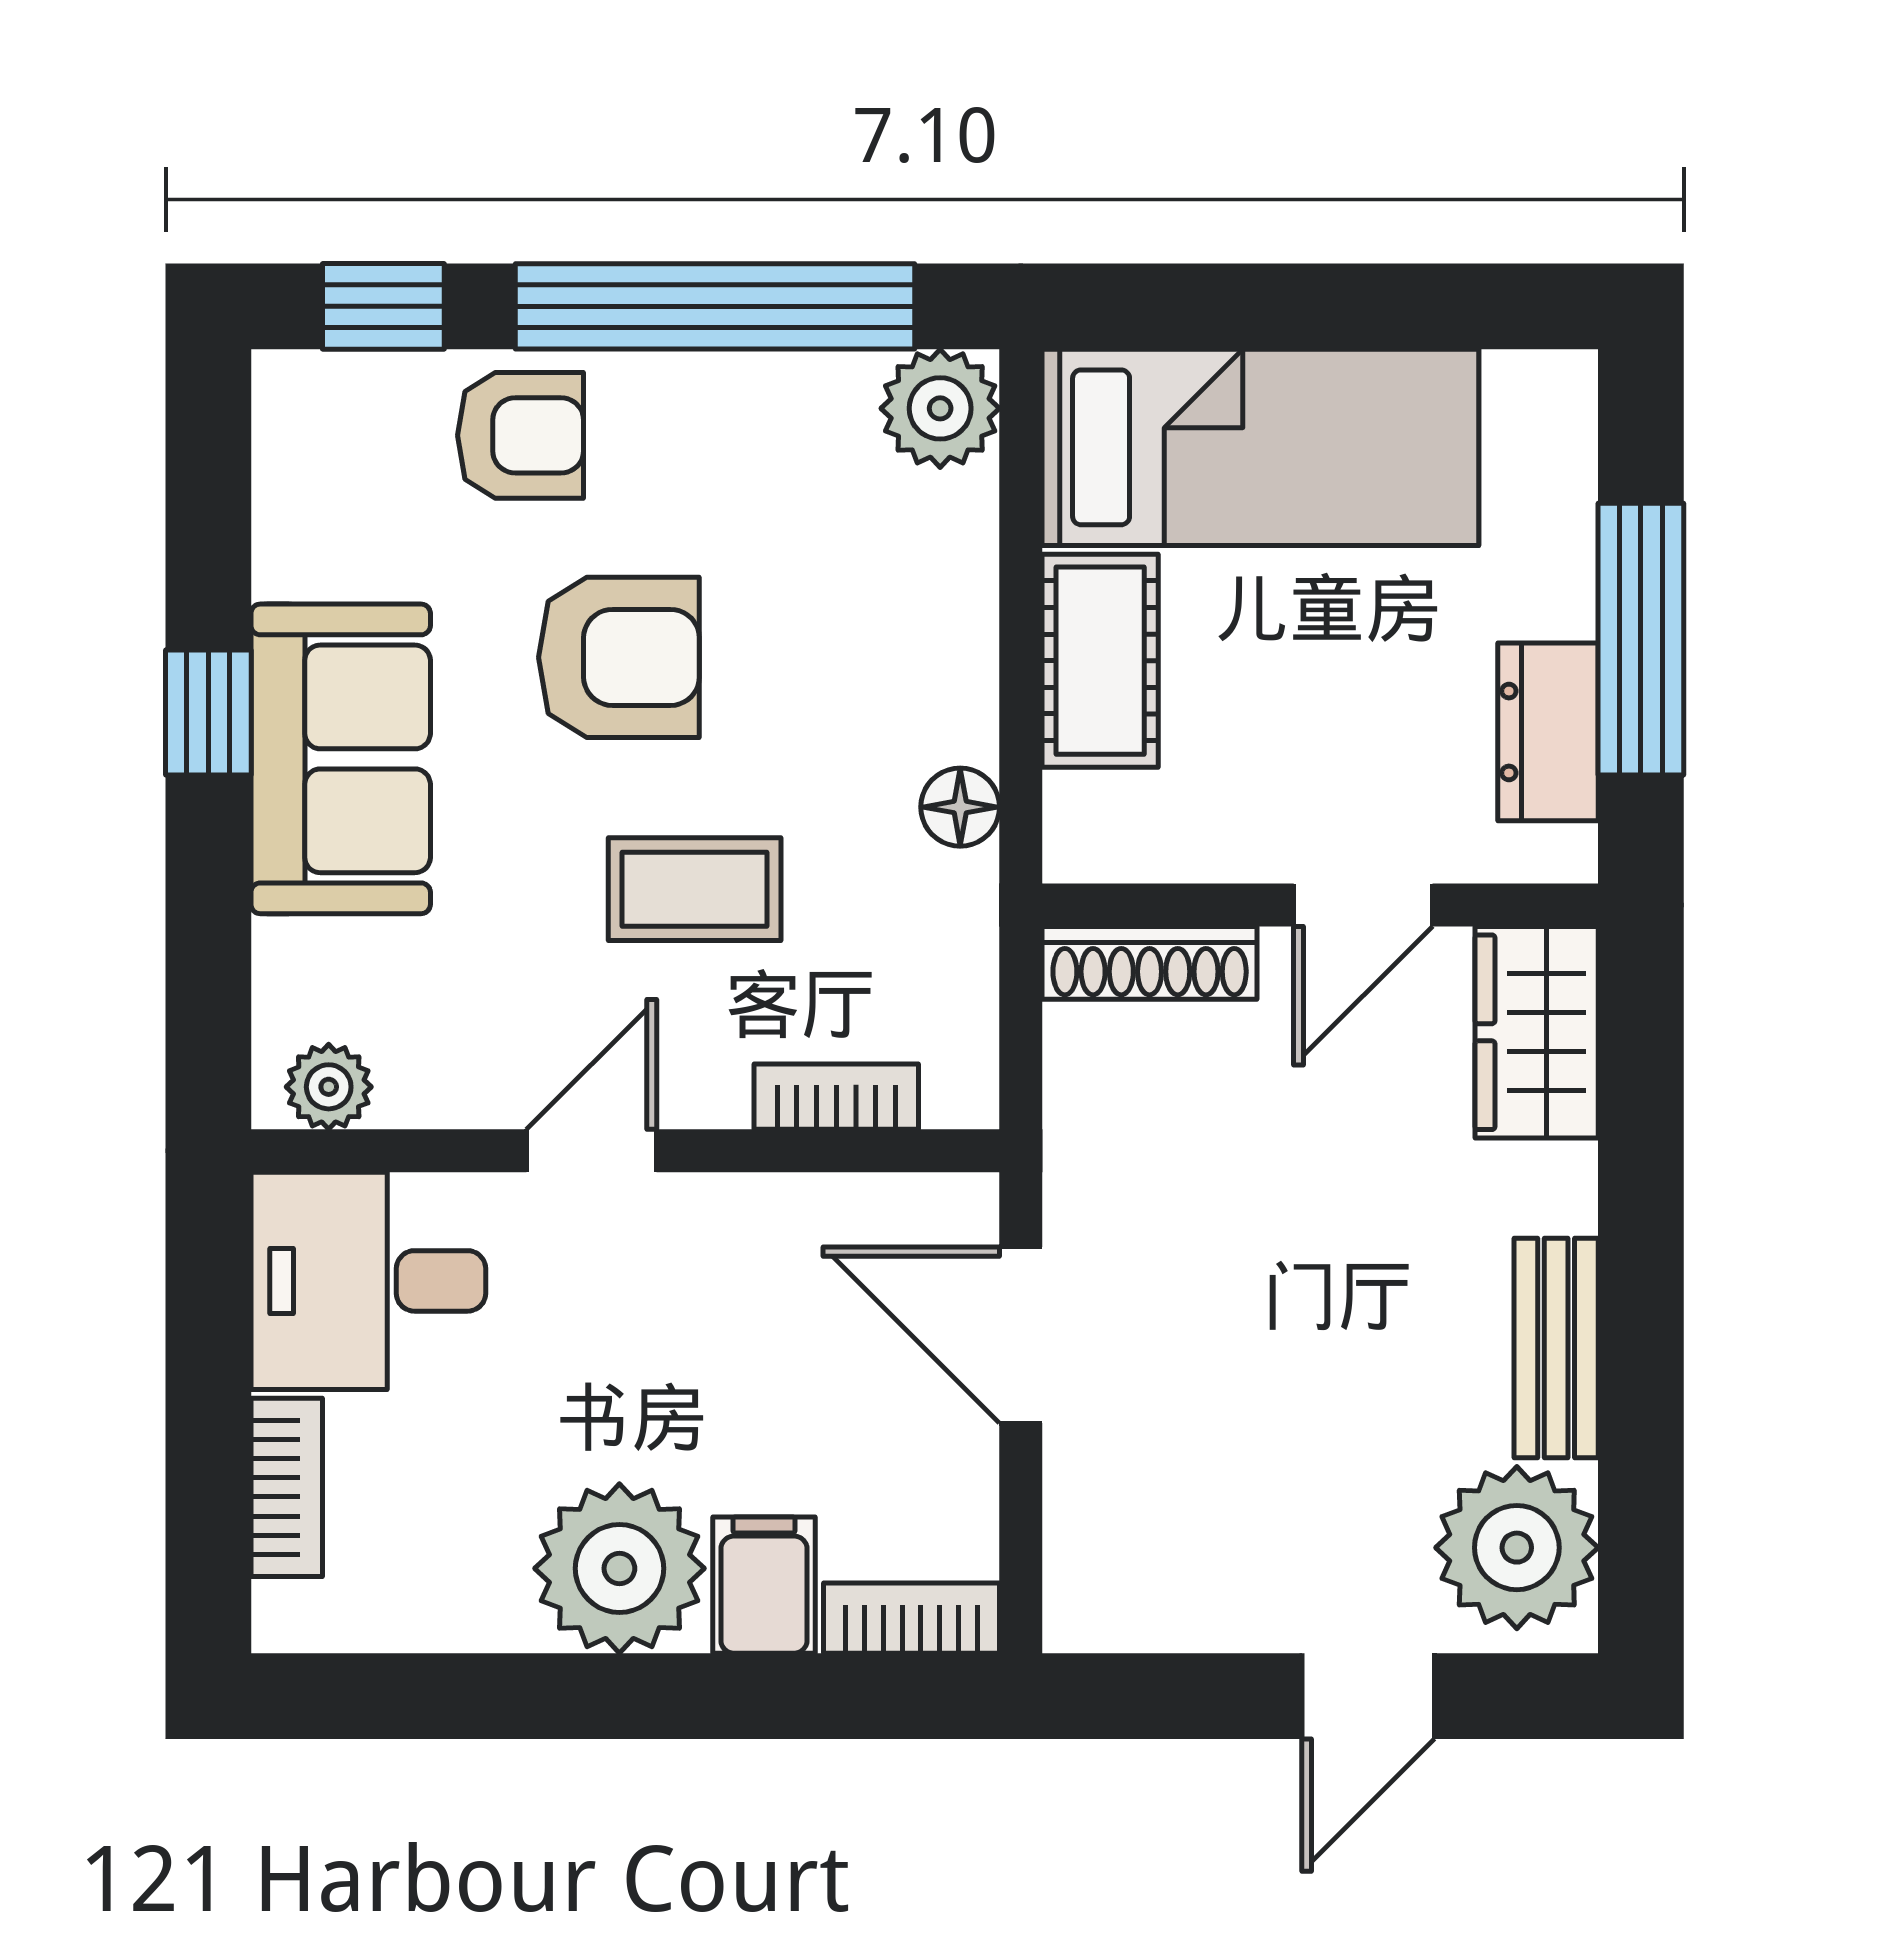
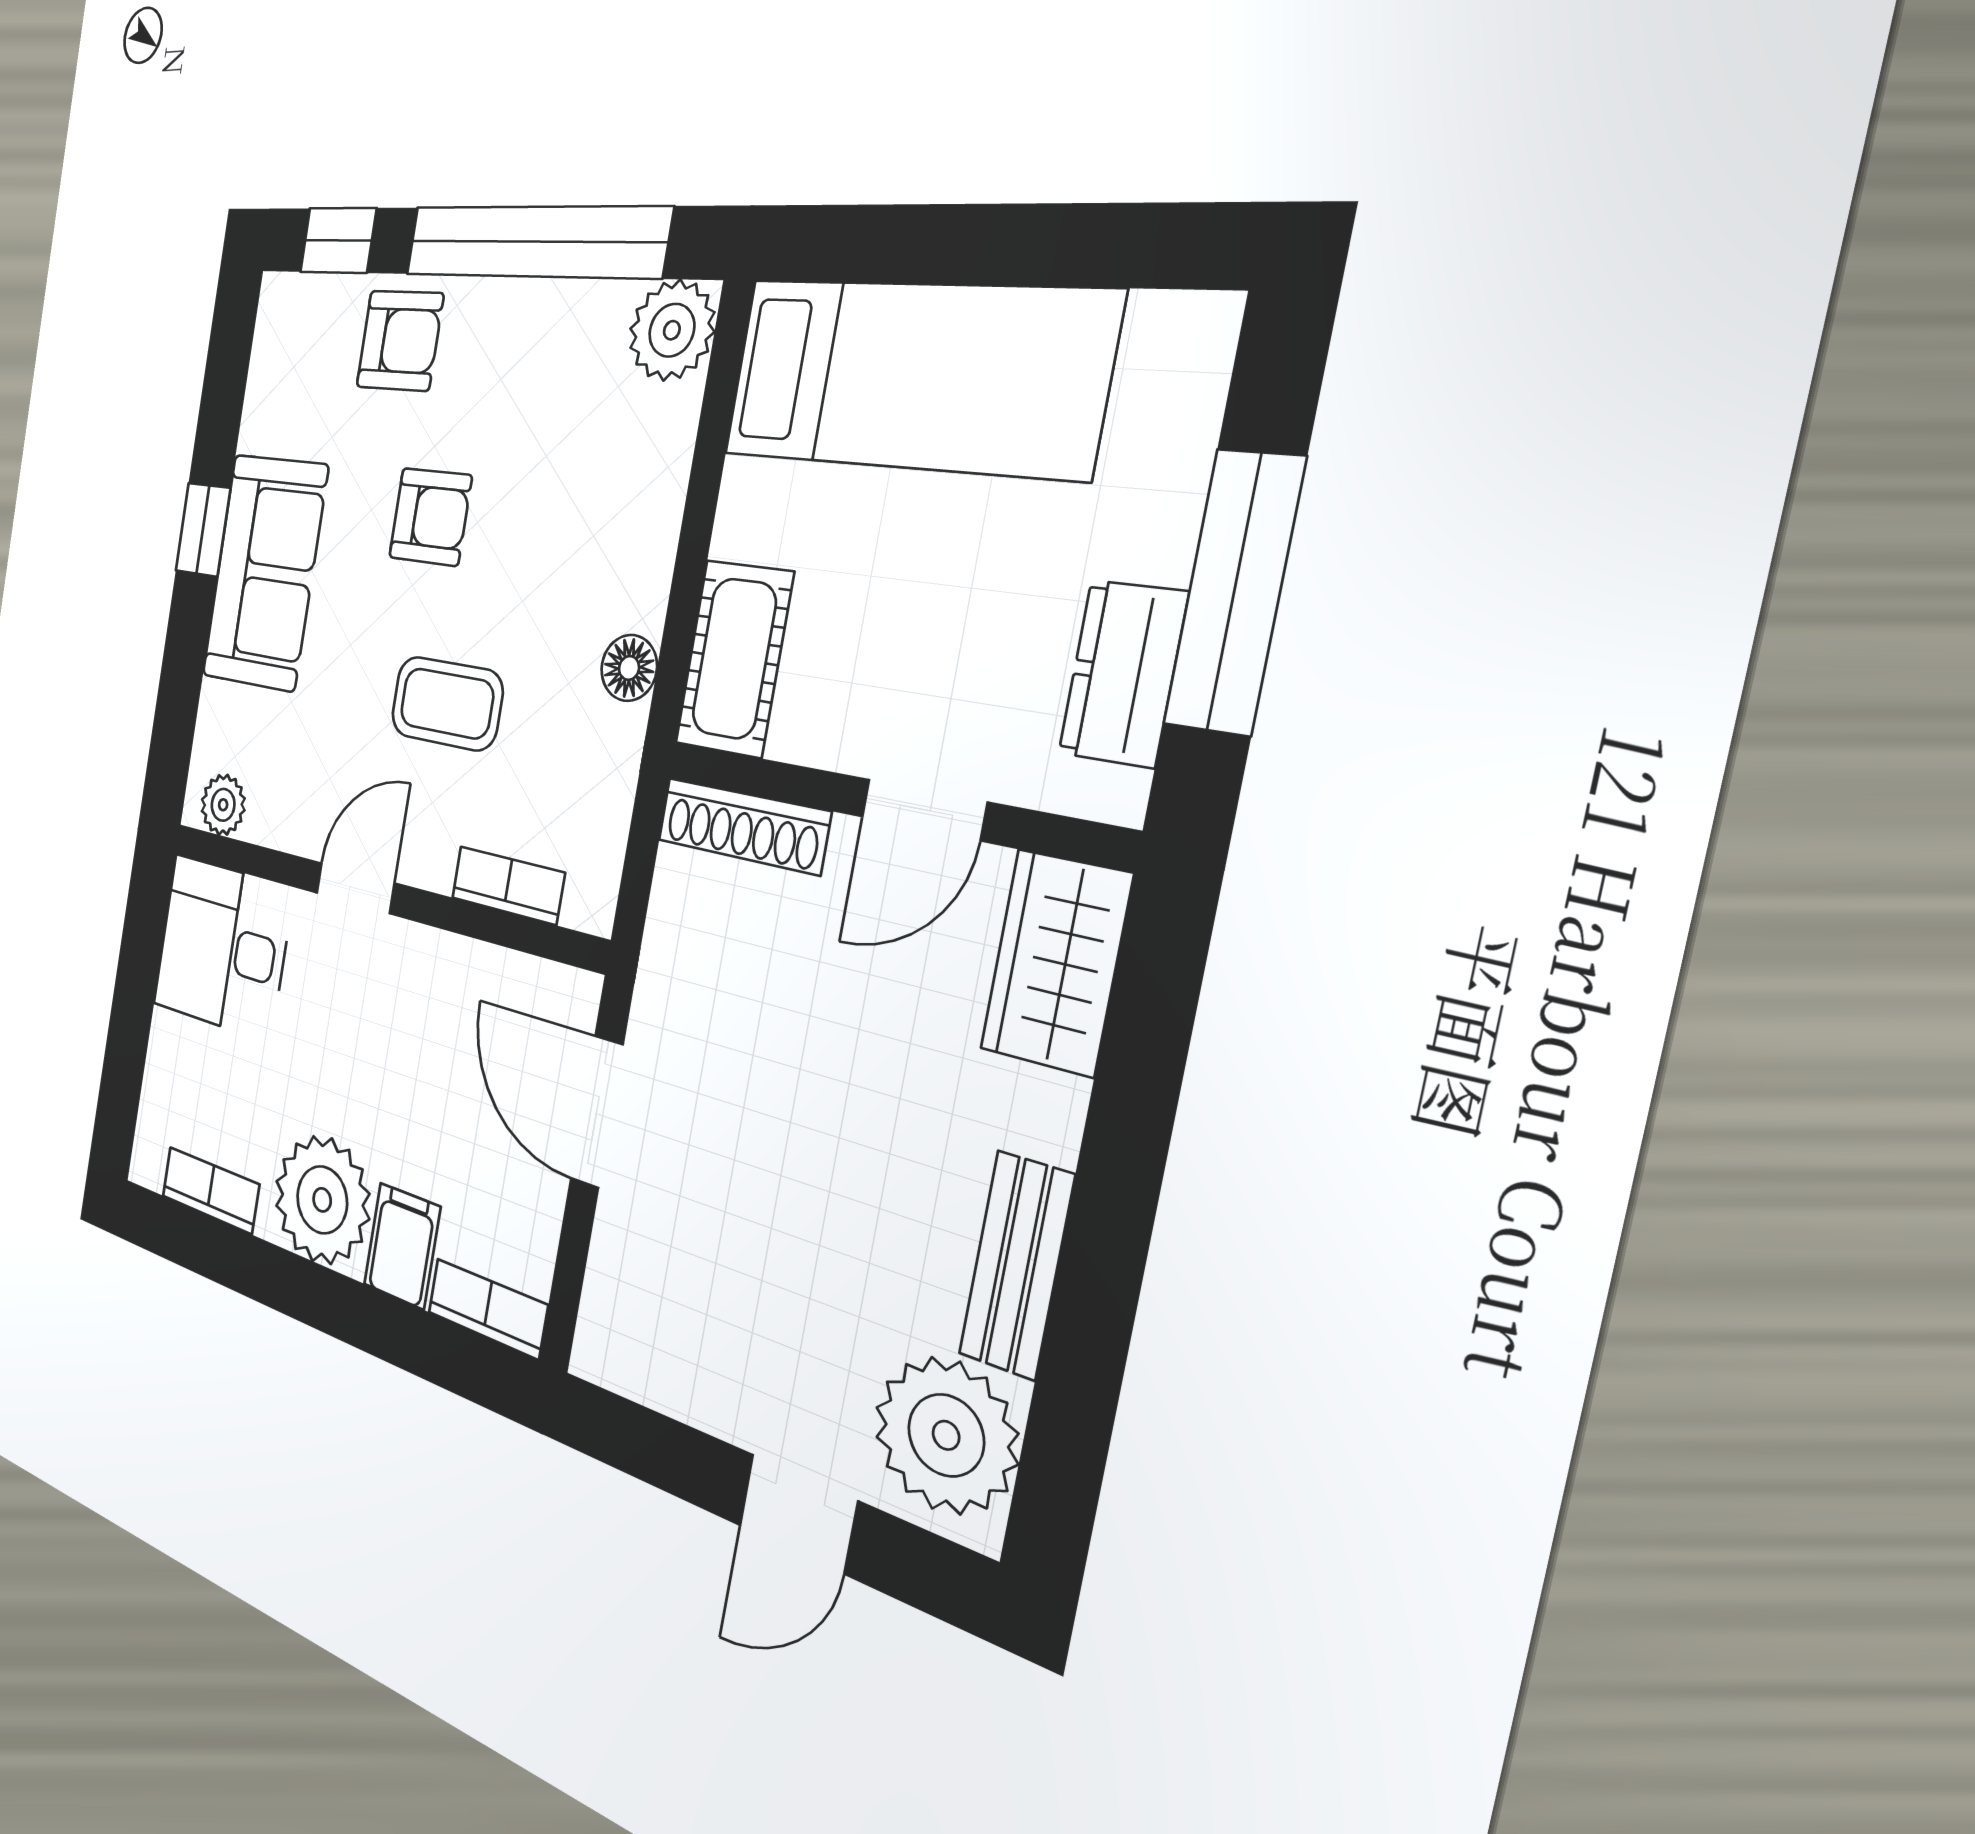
armchair: (619, 657) -> (430, 517), width x0.72, depth x0.72
cot: (1100, 661) -> (734, 659), moved
bookcase: (287, 1487) -> (210, 1190), moved, turned -90

